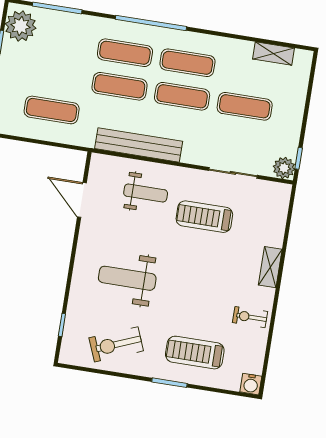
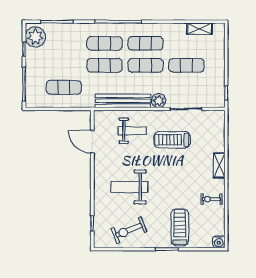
plant: (284, 168) -> (159, 101), moved
treadmill: (195, 353) -> (180, 227), turned 90

